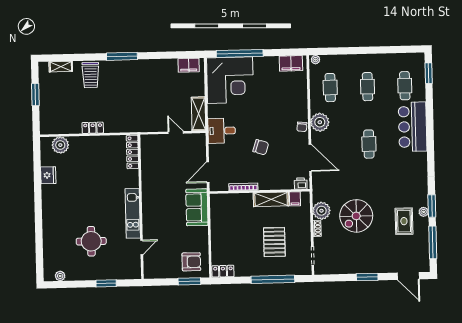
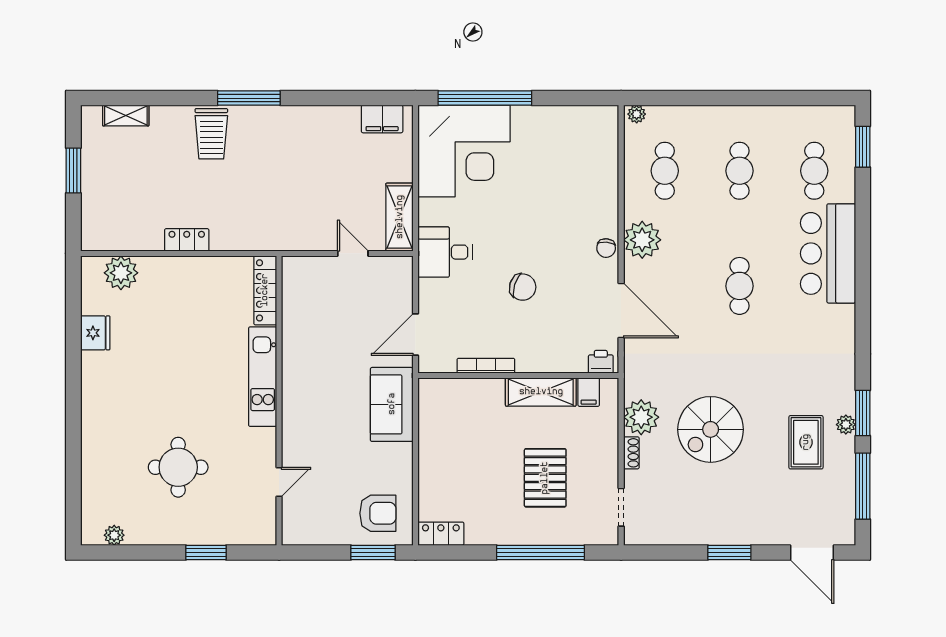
filing cabinet: (291, 63) -> (587, 120), removed
trolley: (91, 75) -> (211, 134), moved
kitchen unit: (133, 213) -> (263, 377), moved

